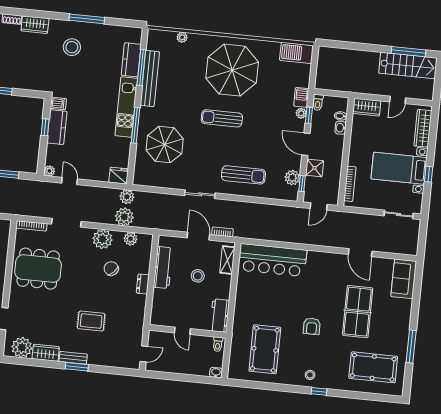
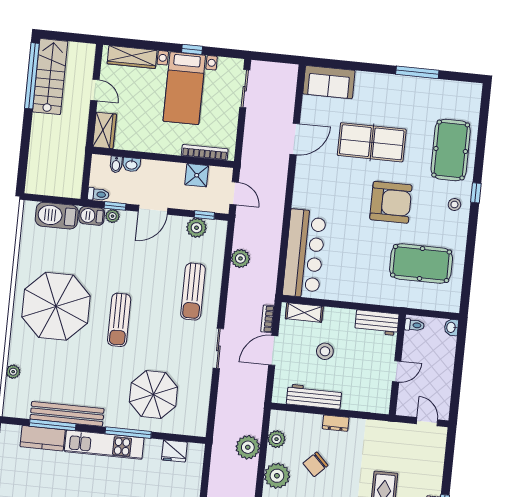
window: (408, 52) -> (32, 76), width x1.46
barbecue: (296, 53) -> (57, 216), moved, turned 90
shower: (315, 168) -> (197, 175), moved
sun lounger: (243, 175) -> (193, 292), turned 180
fridge: (119, 176) -> (174, 451), moved, turned -90
plant: (127, 197) -> (240, 258), moved
armchair: (312, 326) -> (391, 202), width x1.88, depth x1.88
pool table: (373, 367) -> (451, 150), moved

